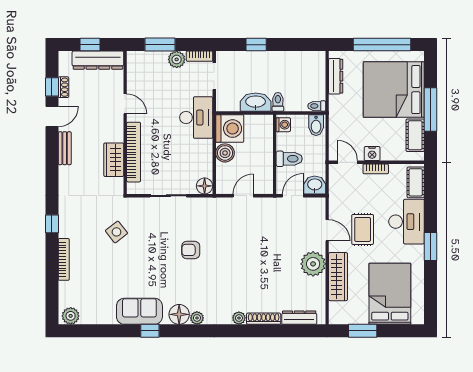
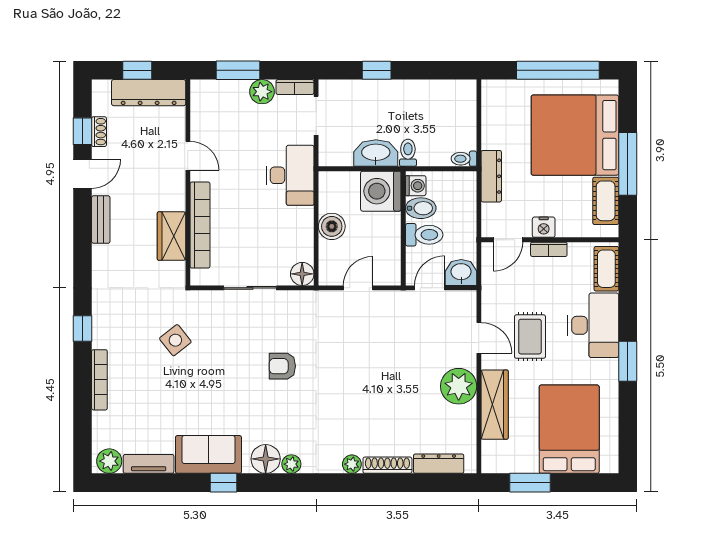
dresser: (336, 76) -> (491, 176), moved
bidet: (316, 125) -> (421, 208), moved, turned -90
washing machine: (230, 129) -> (381, 191), moved, turned 180
door: (347, 162) -> (508, 240), swing flipped
tv unit: (98, 318) -> (149, 464), added

